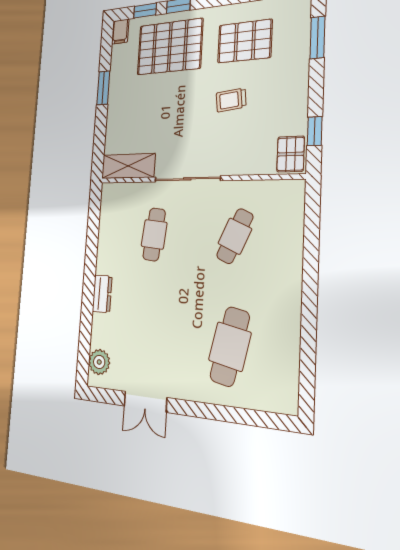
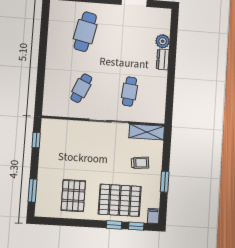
pallet: (245, 41) -> (73, 196), turned 90
trolley: (231, 100) -> (140, 163), moved
pallet: (291, 154) -> (49, 129), removed
plant: (99, 362) -> (163, 41), moved

